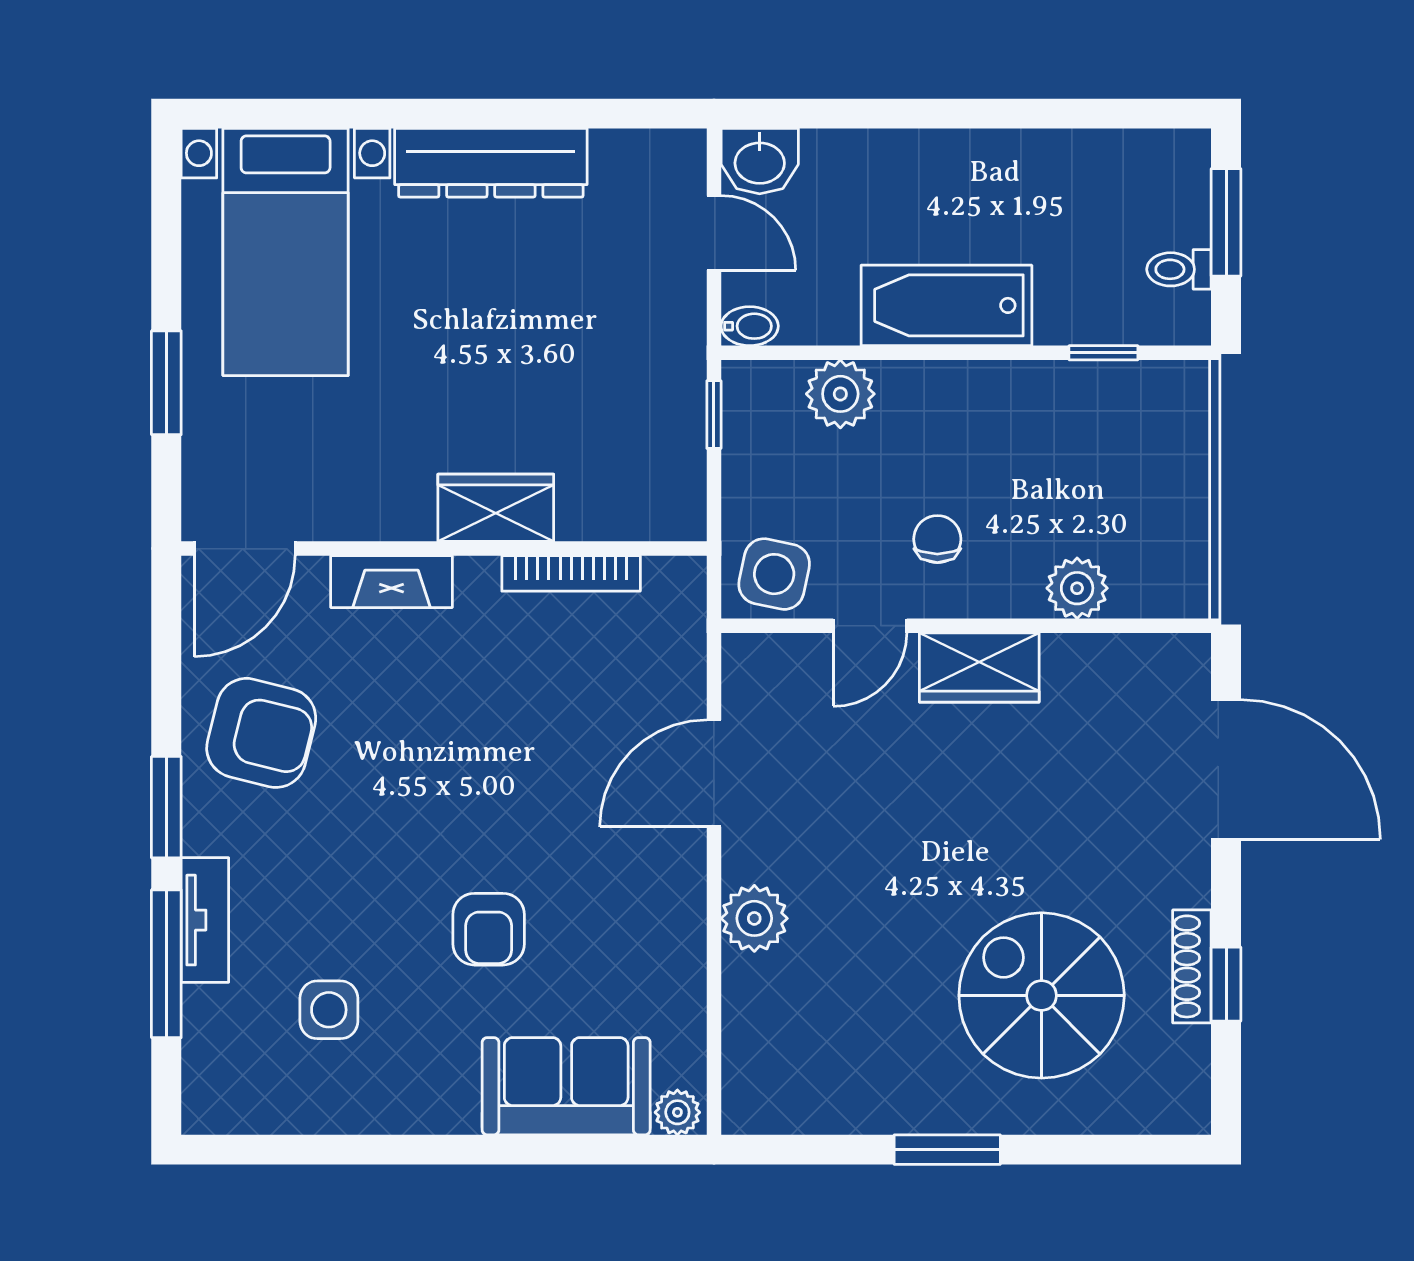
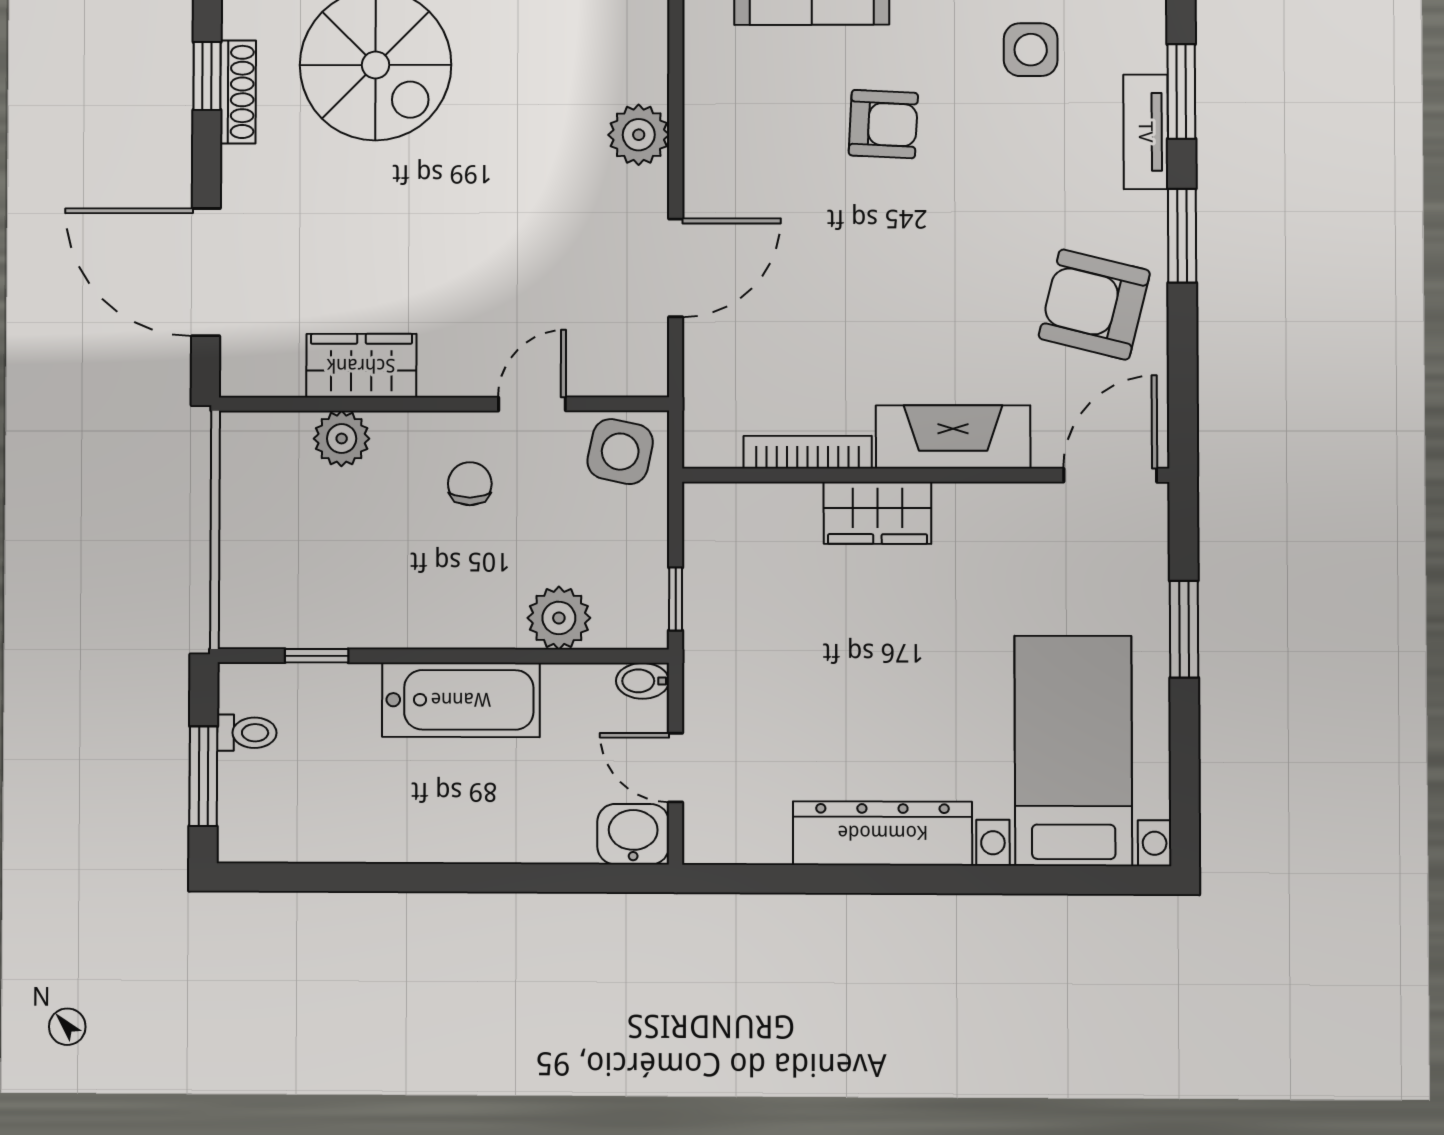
chair: (937, 539) -> (470, 484), turned 180
fireplace: (391, 582) -> (953, 437), width x1.37, depth x1.32
wardrobe: (979, 667) -> (361, 366), moved
armchair: (489, 929) -> (883, 124), turned 93
window: (166, 964) -> (1181, 92), width x0.69

